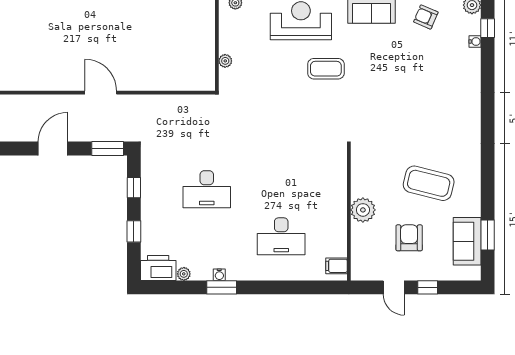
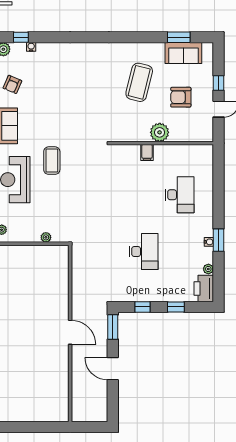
door: (101, 93) -> (70, 332), swing flipped
filing cabinet: (337, 266) -> (147, 153), moved

